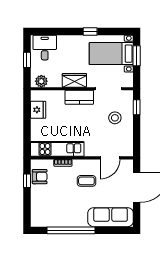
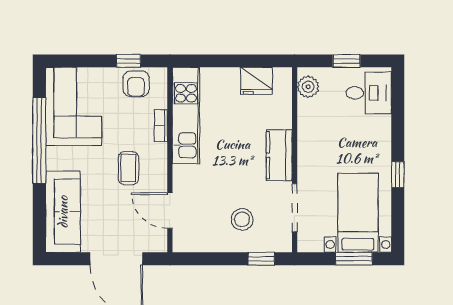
wardrobe: (74, 80) -> (310, 146), removed
corner sofa: (52, 211) -> (74, 106), added

